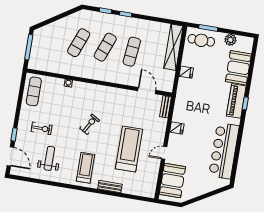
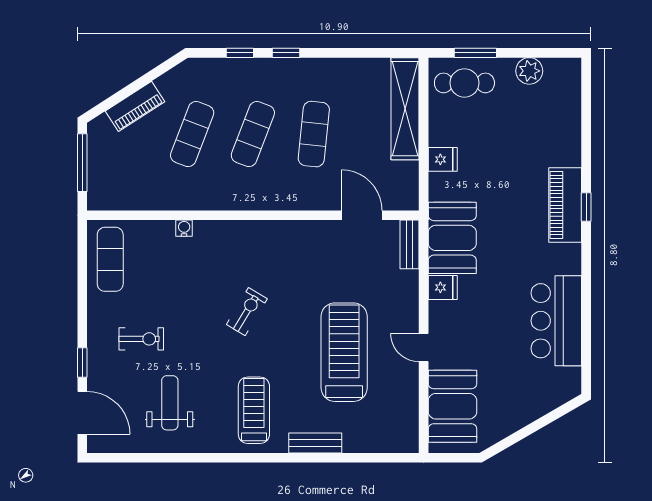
piano: (56, 26) -> (135, 106), added
booth: (238, 68) -> (452, 238), moved
bar counter: (224, 151) -> (556, 321), width x0.73
door: (164, 153) -> (424, 348), hinge flipped

